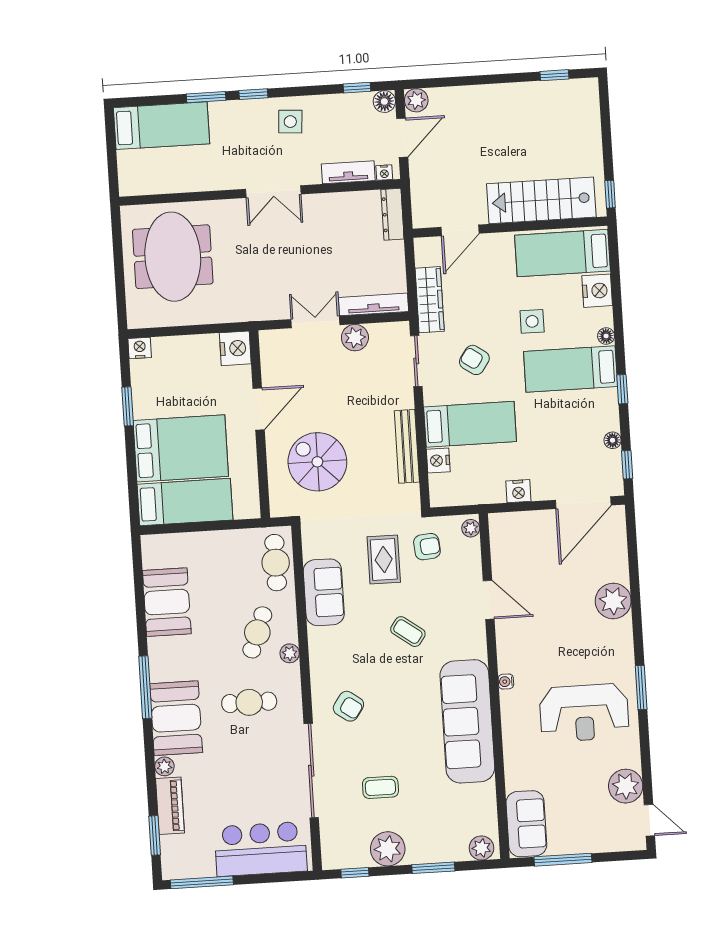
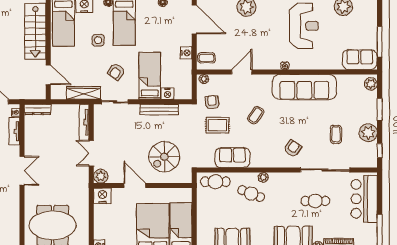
plant: (355, 338) -> (101, 176), moved
coffee table: (511, 531) -> (207, 58), added
cafe table: (249, 702) -> (315, 201), moved, turned 90

